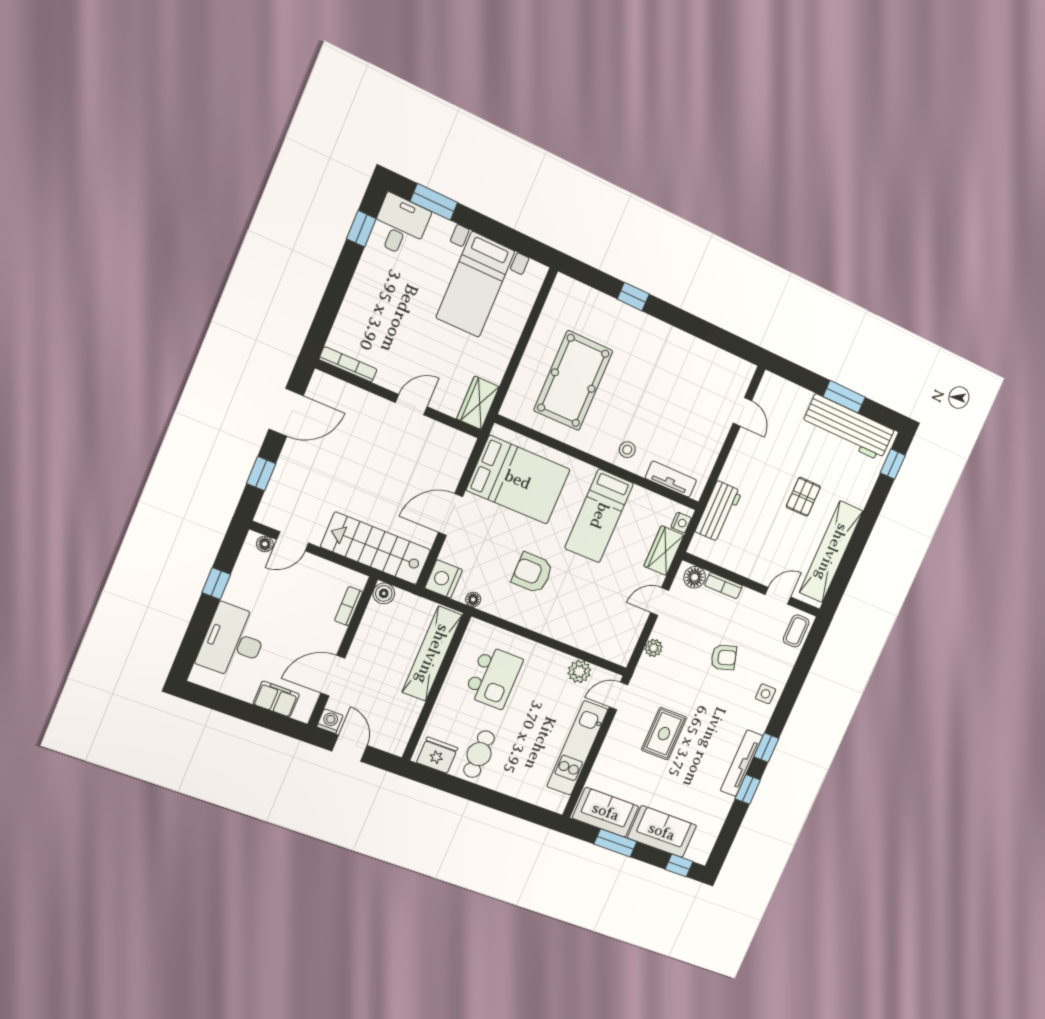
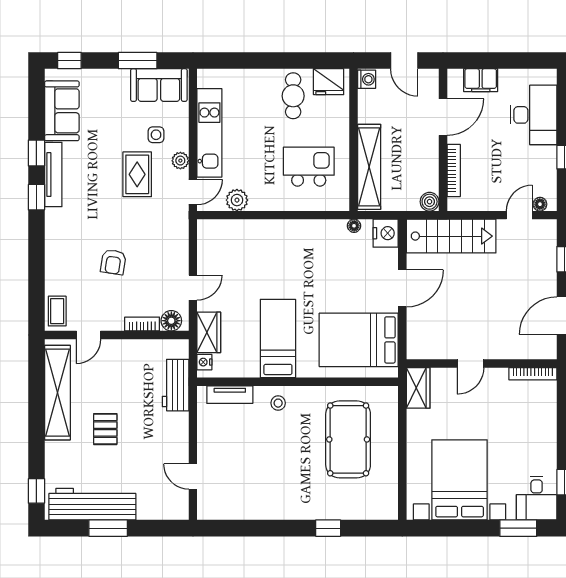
bed with nightstands: (475, 284) -> (460, 480), width x1.36
armchair: (532, 573) -> (314, 268), removed
bookcase: (349, 606) -> (454, 171), width x1.56
plant: (654, 648) -> (180, 161), moved
armchair: (724, 657) -> (113, 262), turned -64
kitchen island: (494, 677) -> (309, 167), turned 90
side table: (766, 694) -> (156, 135), moved
washing machine: (330, 721) -> (367, 79), moved, turned -90
sofa: (662, 832) -> (62, 111), moved, turned -90

